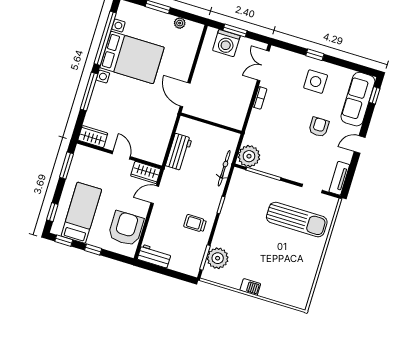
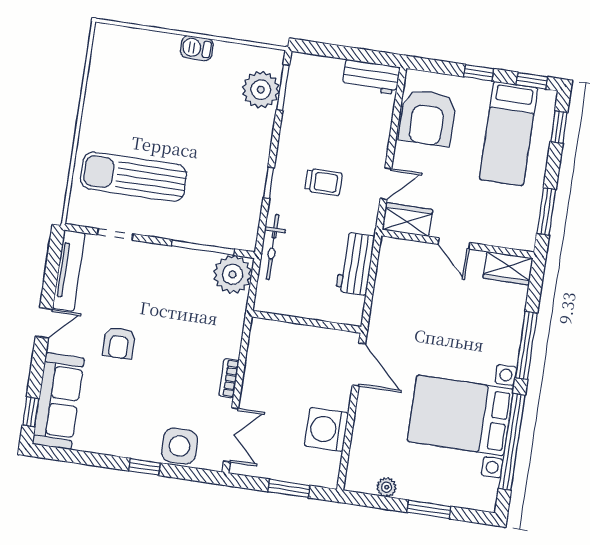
washing machine: (226, 43) -> (326, 429), moved, turned -90
side table: (316, 82) -> (179, 446), moved
tv unit: (339, 178) -> (69, 271), width x1.41
trolley: (195, 223) -> (323, 182), moved

